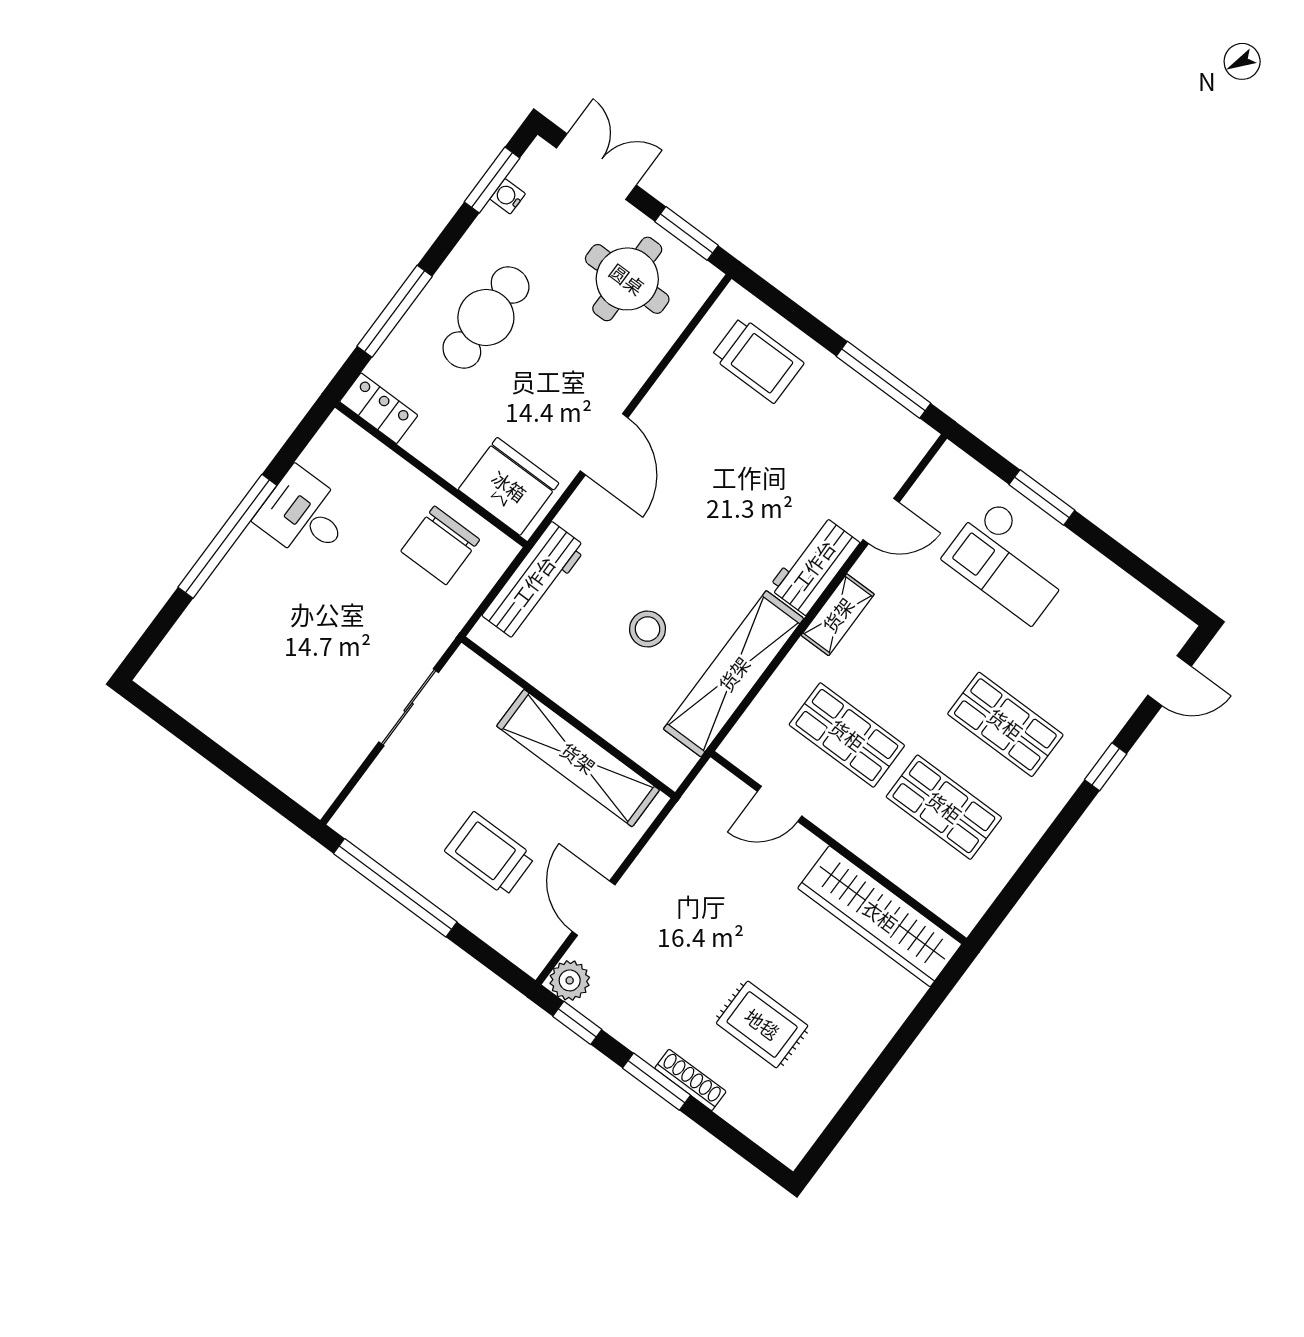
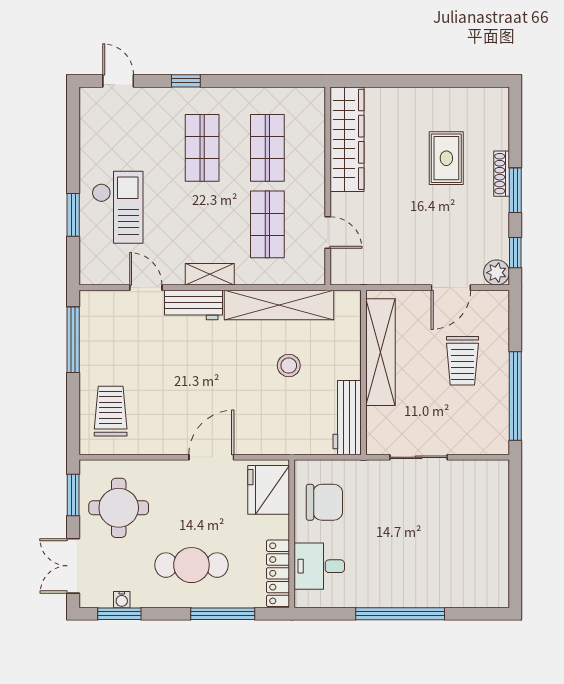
locker: (379, 408) -> (278, 573), width x1.53
desk: (304, 515) -> (319, 566), moved, turned 90
workbench: (534, 581) -> (347, 418), moved, turned -90

